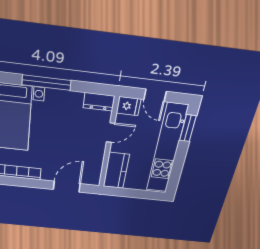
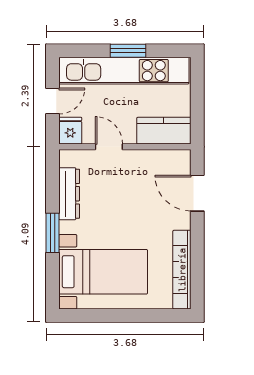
window: (46, 83) -> (52, 233), width x0.69
dresser: (99, 102) -> (69, 194), moved, width x1.44
window: (188, 128) -> (128, 51), moved

